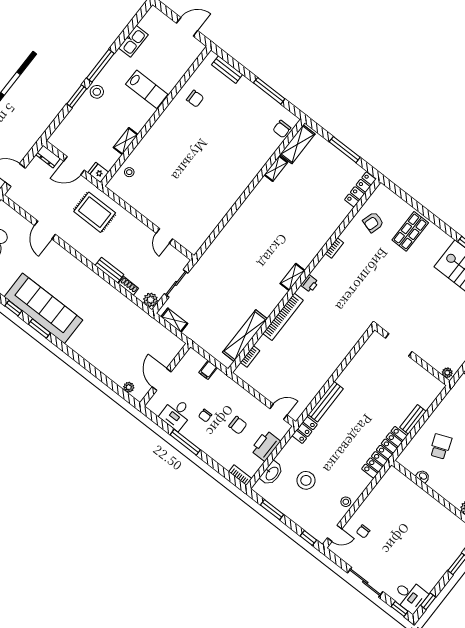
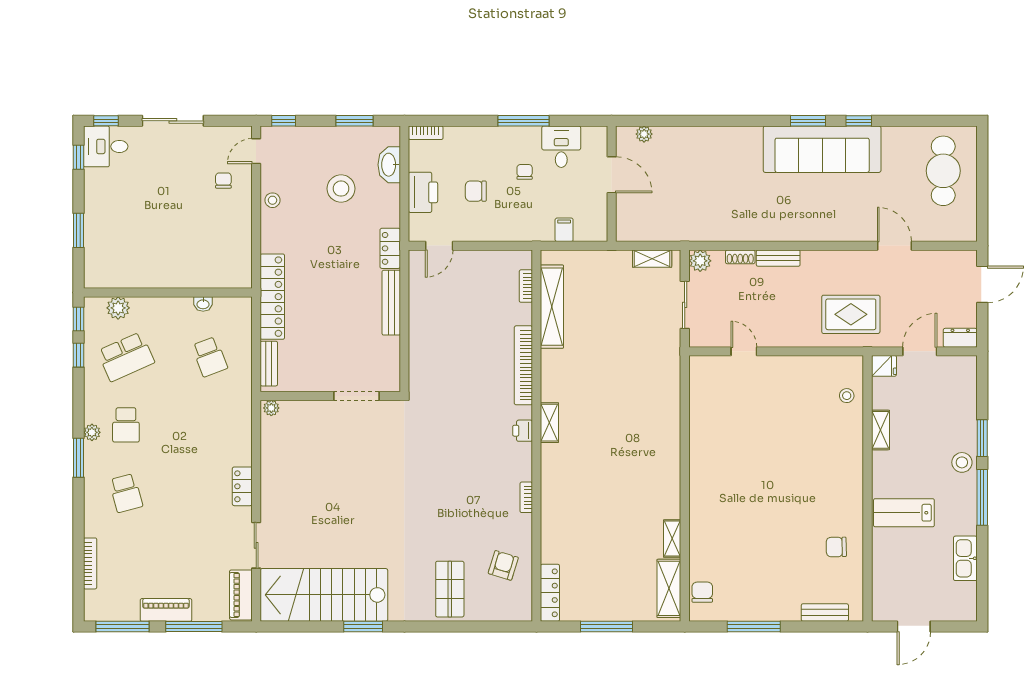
doorway: (399, 345) -> (356, 396), moved
wall: (412, 355) -> (330, 396), moved
plant: (447, 373) -> (271, 408), moved

